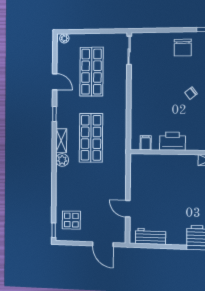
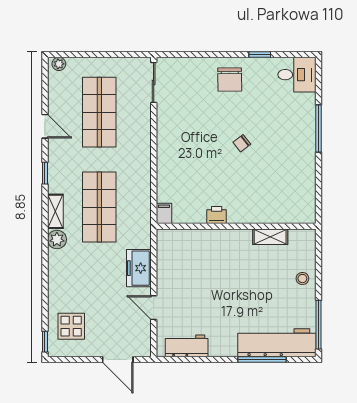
printer: (173, 141) -> (217, 215), width x0.53, depth x0.68
filing cabinet: (146, 143) -> (164, 213), moved
freezer: (118, 181) -> (139, 268), added

